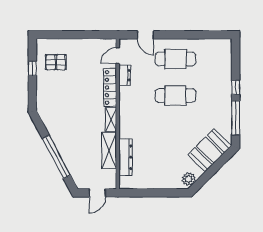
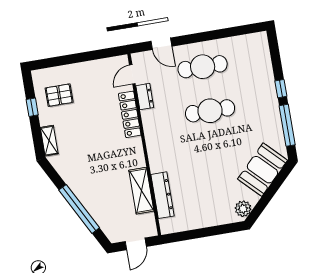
shelving: (111, 119) -> (49, 141), moved

